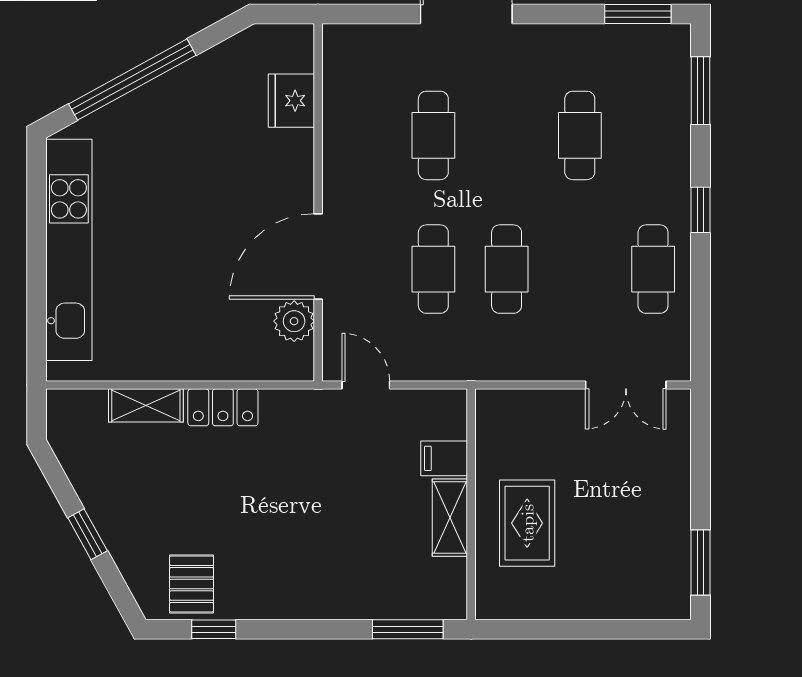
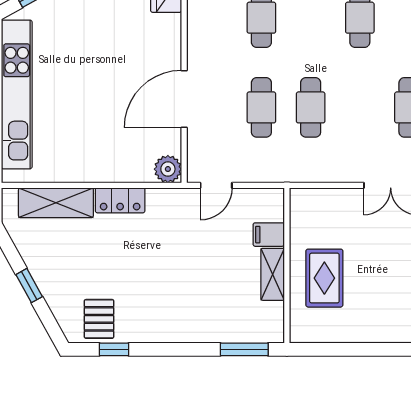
plant: (294, 321) -> (168, 169), moved
door: (366, 385) -> (216, 185), swing flipped
shelving: (146, 405) -> (56, 203), width x1.50, depth x1.33

